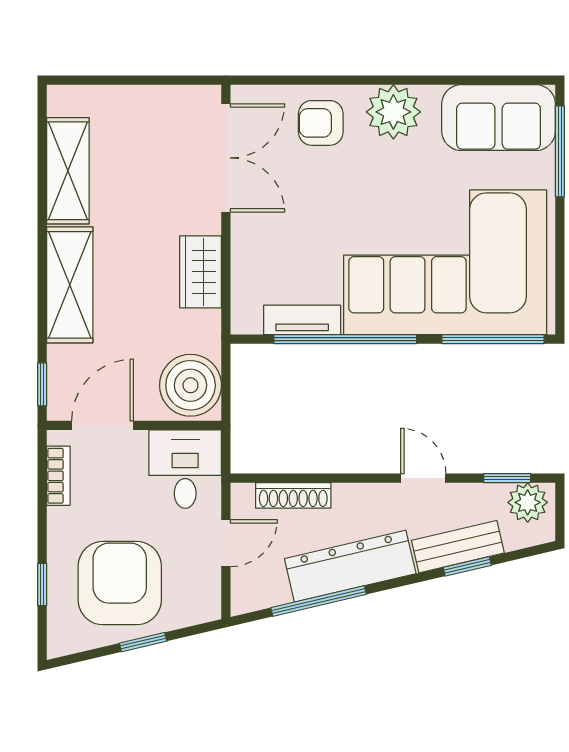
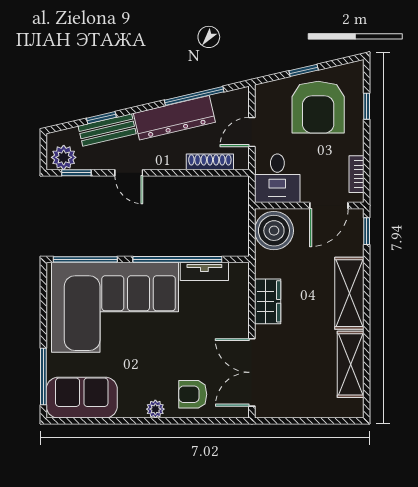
plant: (393, 112) -> (155, 409), width x0.53, depth x0.53
armchair: (321, 123) -> (193, 394), turned 180

